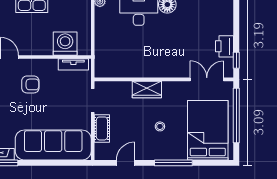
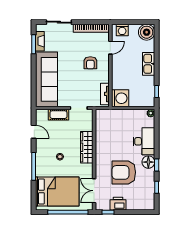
armchair: (182, 38) -> (124, 172), added
washing machine: (65, 44) -> (120, 98), moved
double door: (207, 79) -> (94, 191), swing flipped
wardrobe: (147, 89) -> (87, 147), width x1.50

